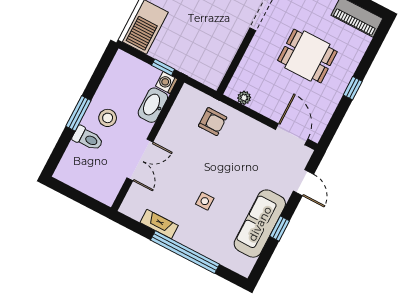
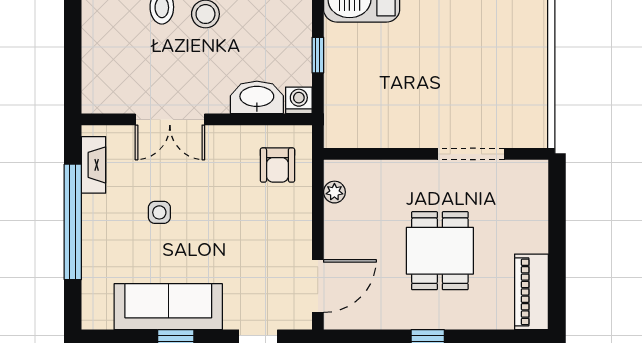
washing machine: (167, 83) -> (299, 100), moved
washbasin: (153, 105) -> (257, 97), moved
wall: (148, 145) -> (197, 119), moved
double door: (140, 160) -> (170, 119), moved

